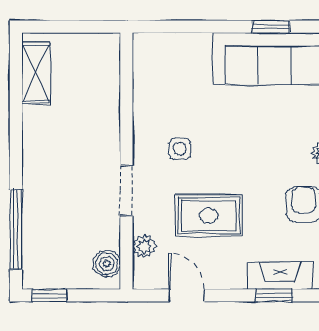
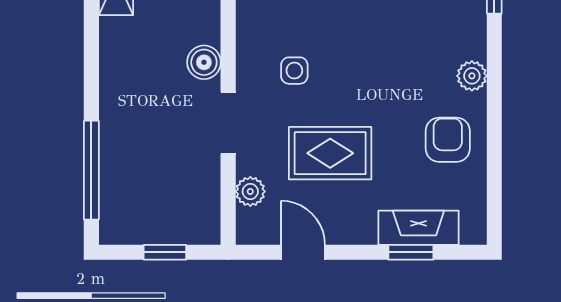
boiler: (107, 264) -> (204, 62), moved
window: (49, 295) -> (165, 252), moved

